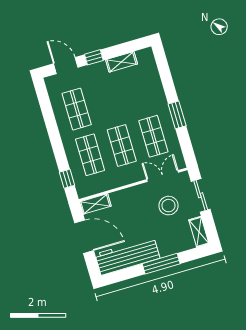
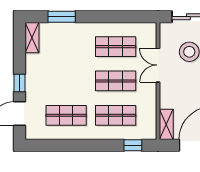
shelving: (122, 62) -> (32, 38), moved
window: (177, 115) -> (62, 17), moved
double door: (163, 176) -> (158, 65), moved

